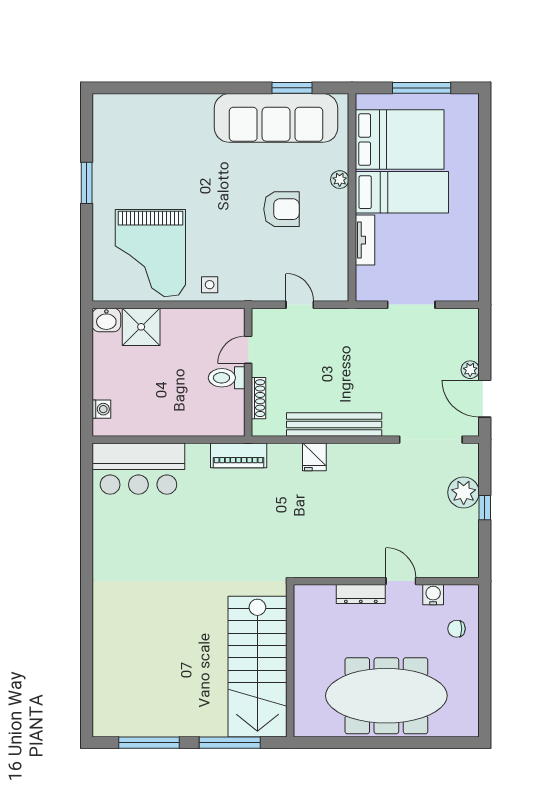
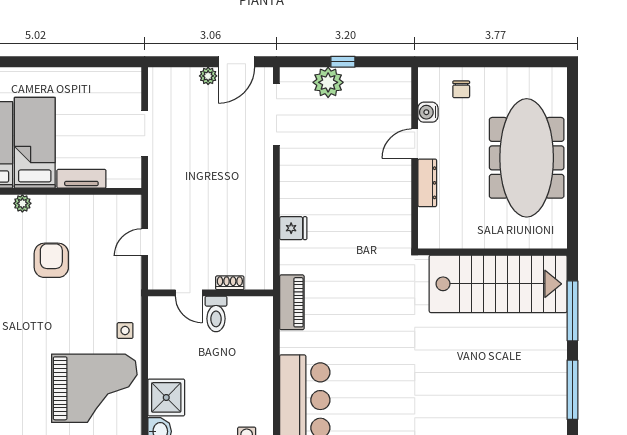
shoe rack: (258, 398) -> (230, 283), width x0.70
bench: (334, 424) -> (262, 209), removed

